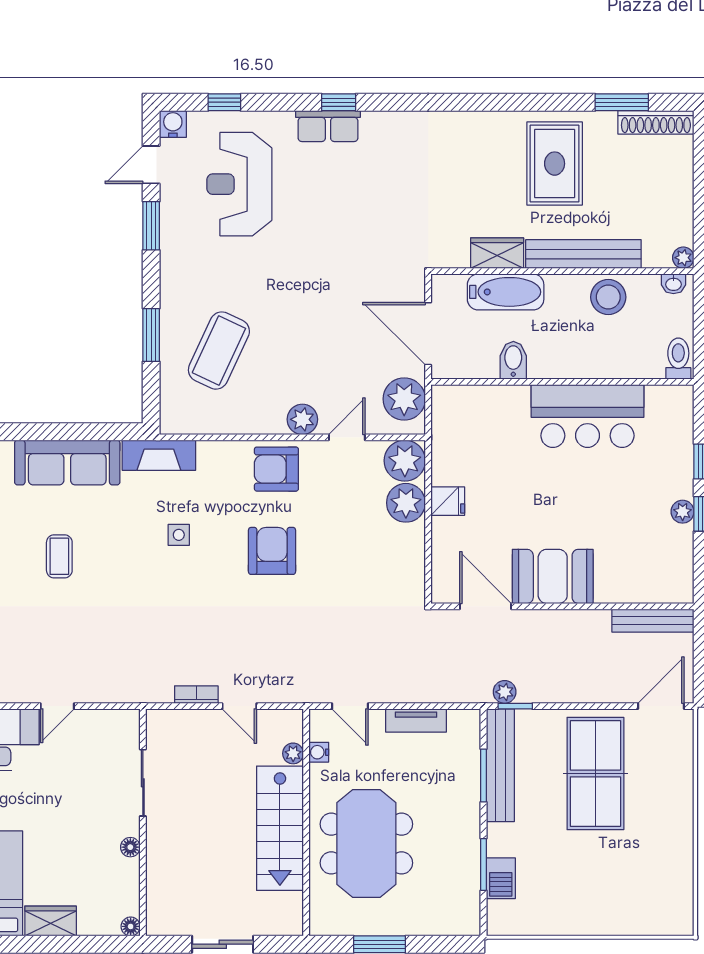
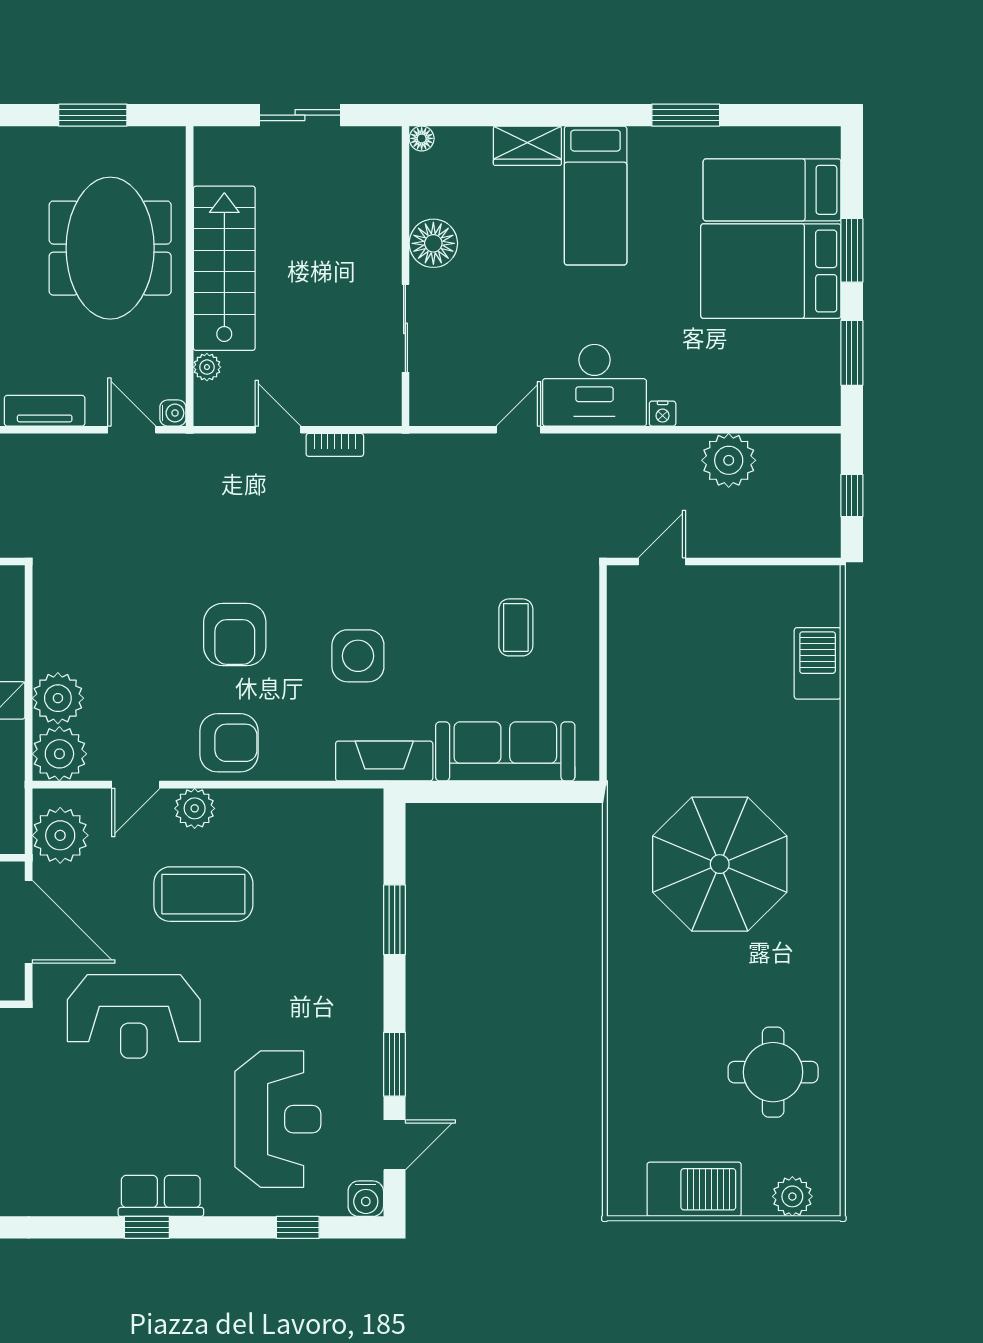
reception desk: (348, 262) -> (134, 1016), added
coffee table: (219, 351) -> (203, 894), moved, turned 65
side table: (179, 535) -> (358, 656), width x1.87, depth x1.87
water cooler: (319, 752) -> (173, 413), moved
floor lamp: (130, 847) -> (433, 243), width x1.89, depth x1.89

